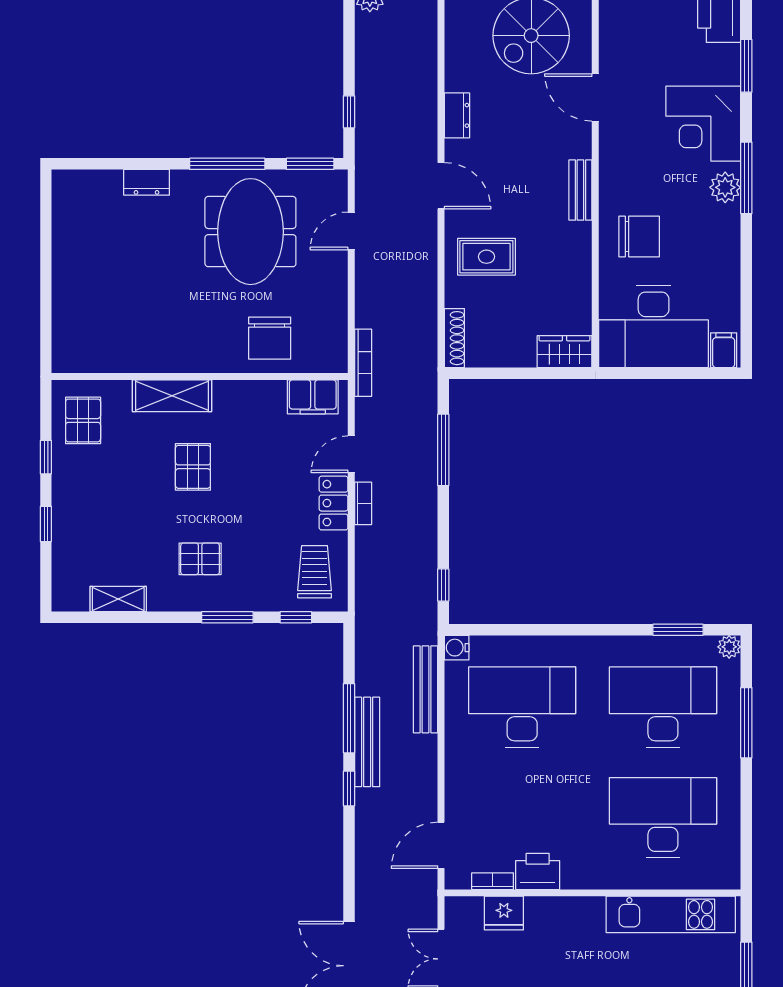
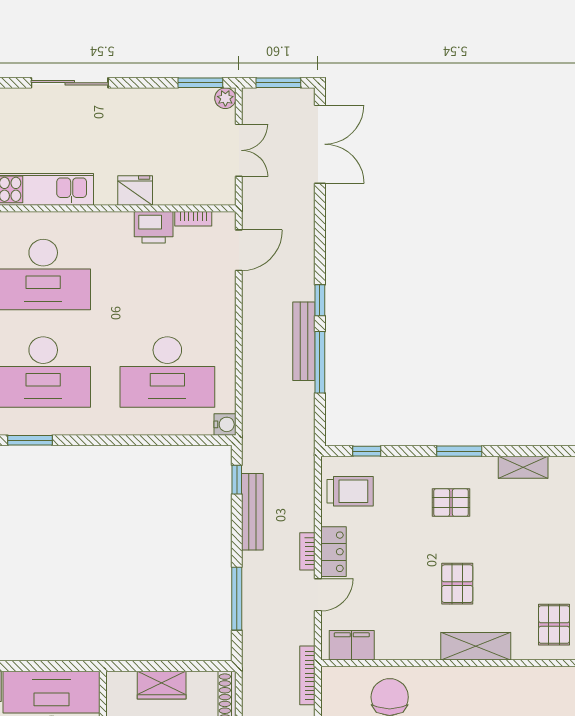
wardrobe: (565, 352) -> (162, 685), moved
trolley: (315, 572) -> (350, 491), turned -90
window: (227, 617) -> (459, 451), moved
bench: (425, 689) -> (252, 512), moved
fridge: (504, 913) -> (135, 191), moved

